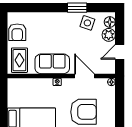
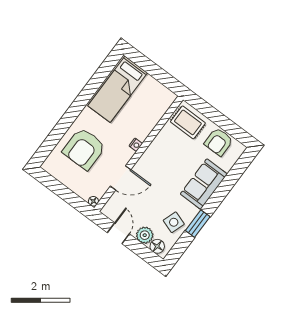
armchair: (17, 32) -> (219, 142), turned -90
sofa: (52, 64) -> (204, 184), moved, turned 180

